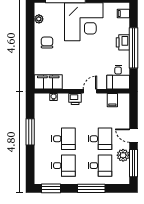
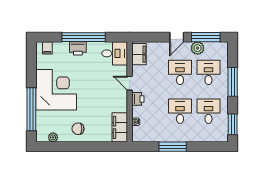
filing cabinet: (112, 100) -> (139, 54), width x2.00

